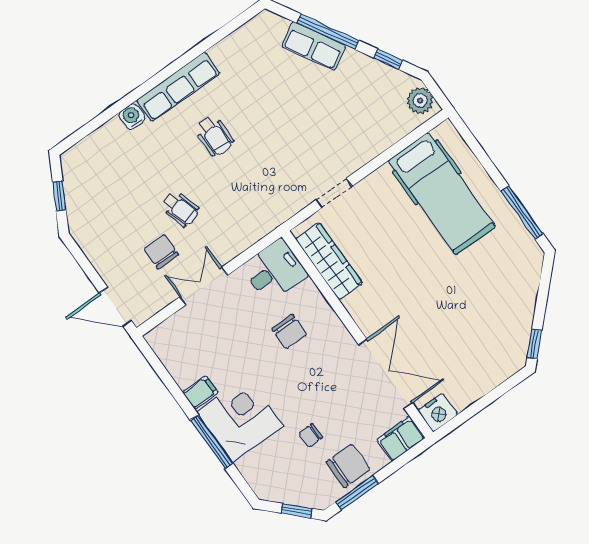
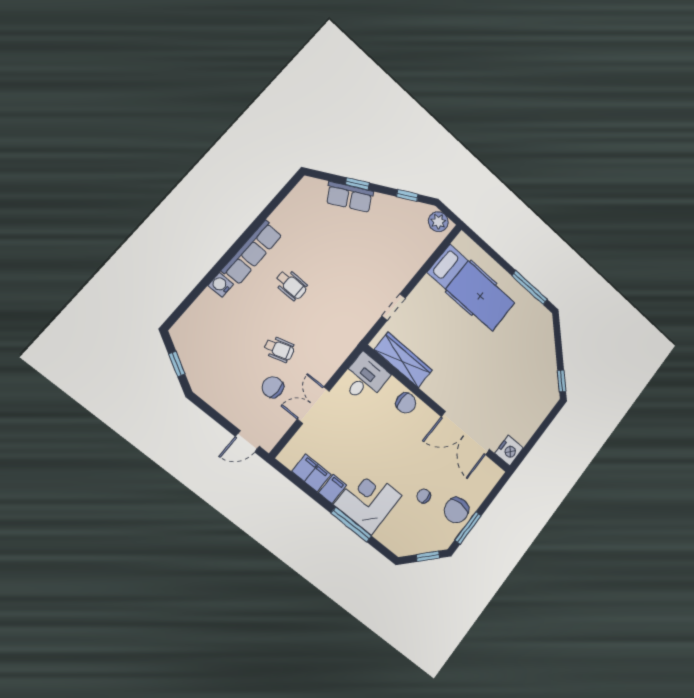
window: (328, 32) -> (357, 184), width x0.46
door: (116, 307) -> (247, 441), width x0.73
chair: (289, 332) -> (406, 403), moved
double door: (385, 374) -> (466, 433), swing flipped
chair: (311, 435) -> (424, 496), turned 90
filing cabinet: (401, 439) -> (311, 473), moved, turned 90
chair: (348, 466) -> (456, 510), turned 180

